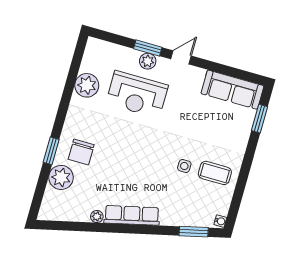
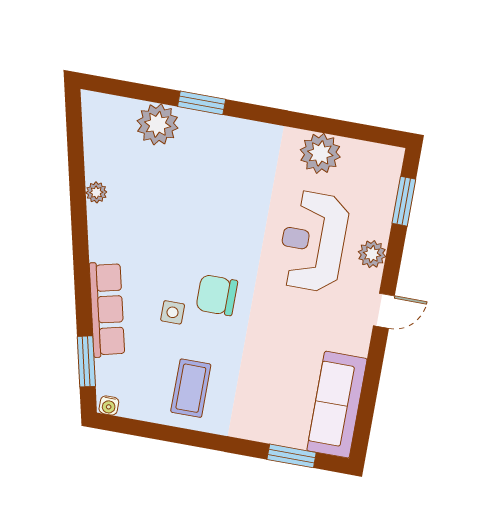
window: (148, 48) -> (404, 201), moved
door: (181, 57) -> (384, 311), hinge flipped
chair: (81, 152) -> (217, 295), moved
side table: (184, 166) -> (173, 312), moved
row of seats: (132, 215) -> (107, 309), moved

